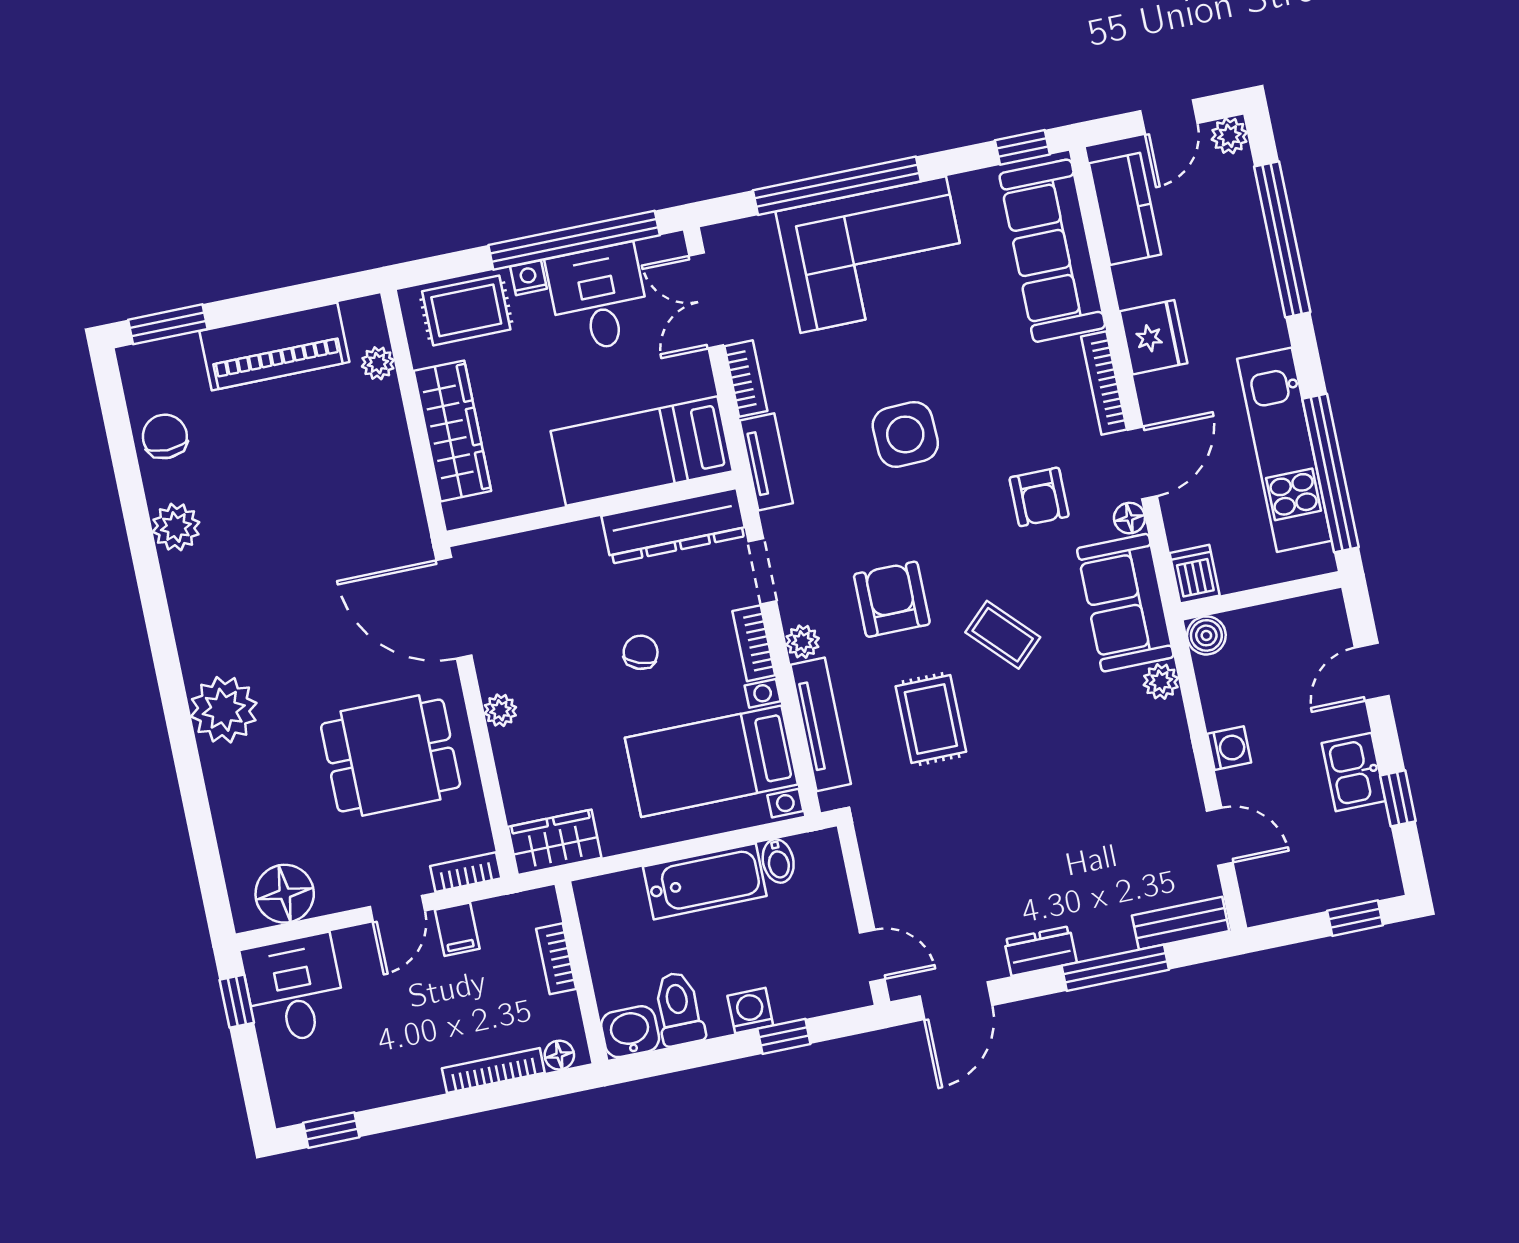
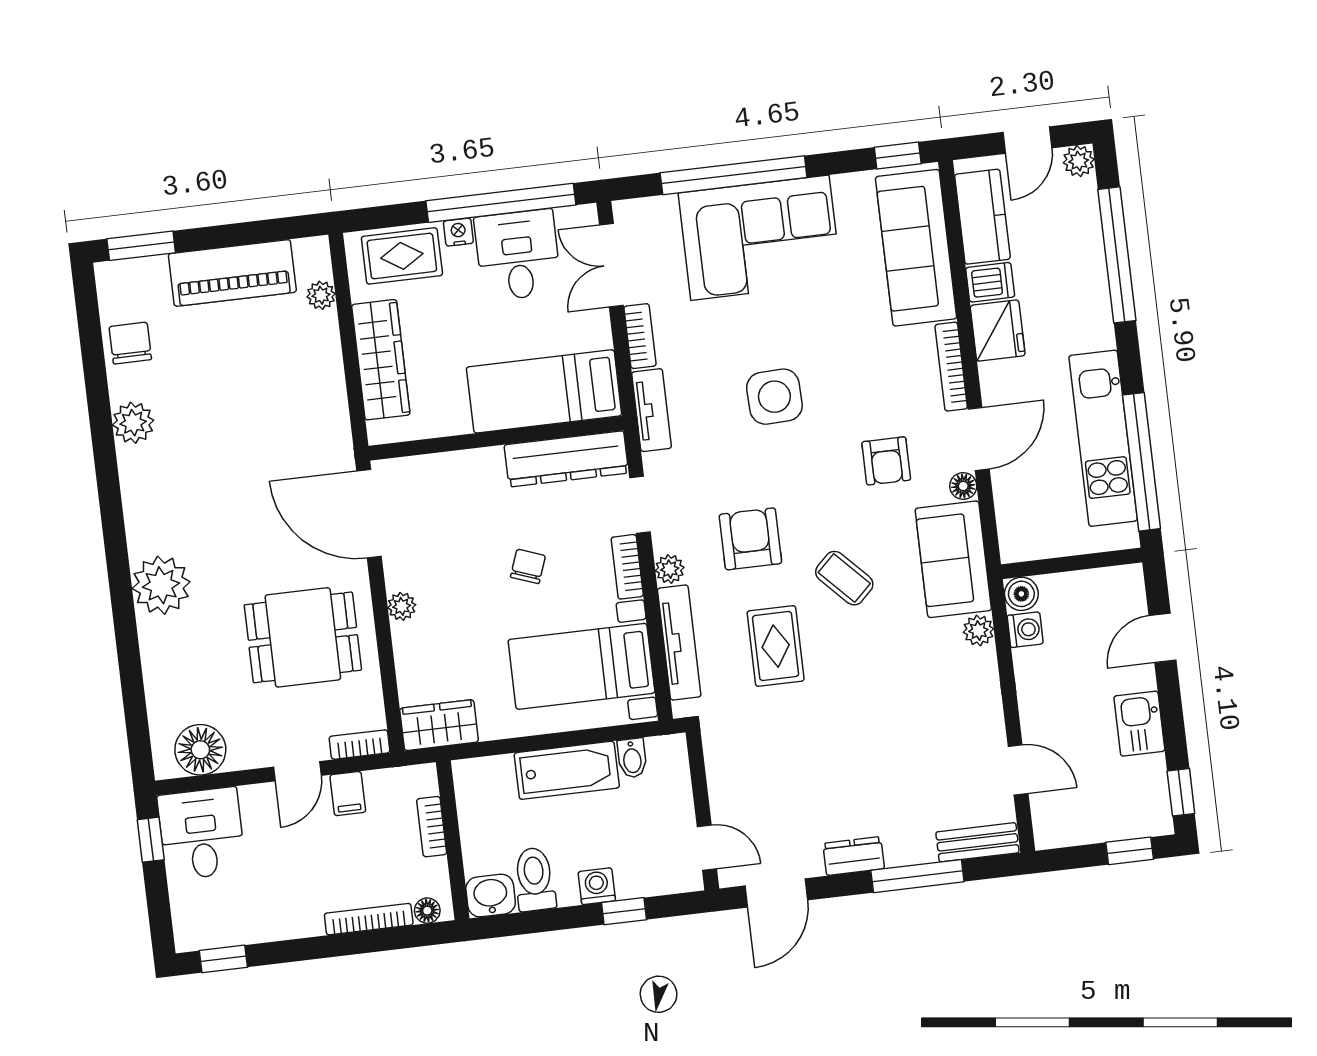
dishwasher: (1195, 574) -> (990, 282), moved, turned 90
washing machine: (1229, 748) -> (1025, 630), moved
window: (1398, 798) -> (1181, 792), moved

